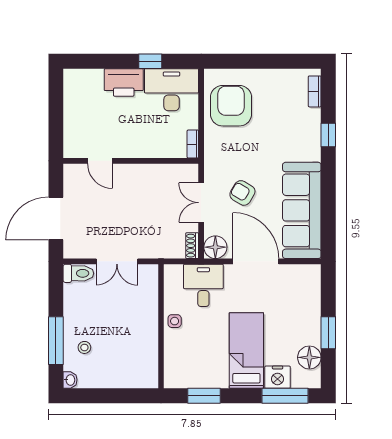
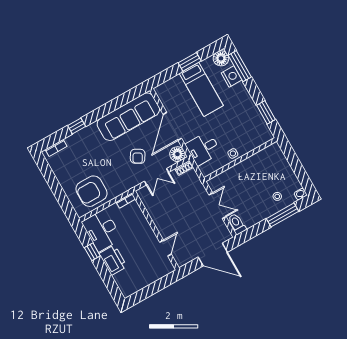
bed: (246, 351) -> (201, 89), moved, turned -90
floor lamp: (309, 357) -> (221, 58), moved

